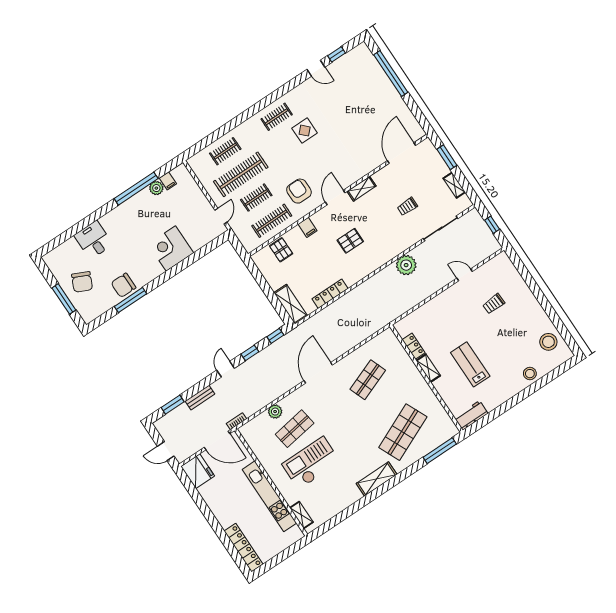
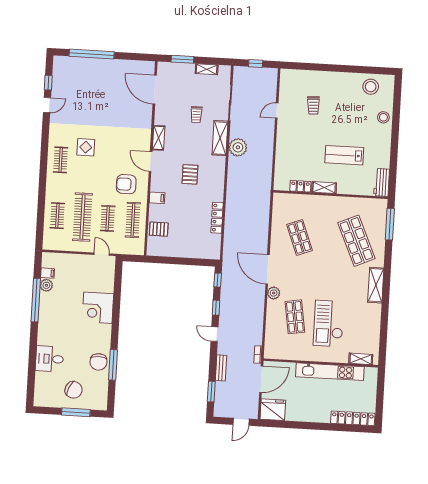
shelving: (291, 304) -> (220, 138), moved, turned 90
plant: (275, 412) -> (274, 293), moved

